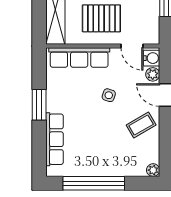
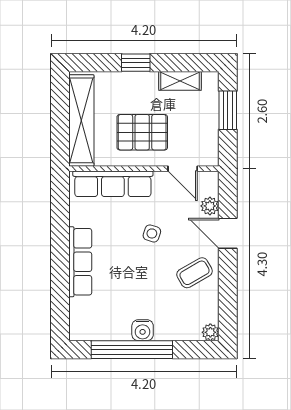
water cooler: (152, 58) -> (143, 330), moved, turned 90
window: (39, 105) -> (60, 246), removed
row of seats: (54, 139) -> (80, 262), moved

